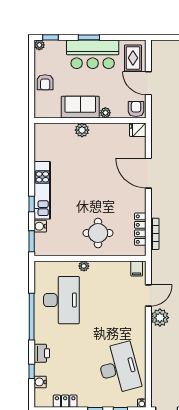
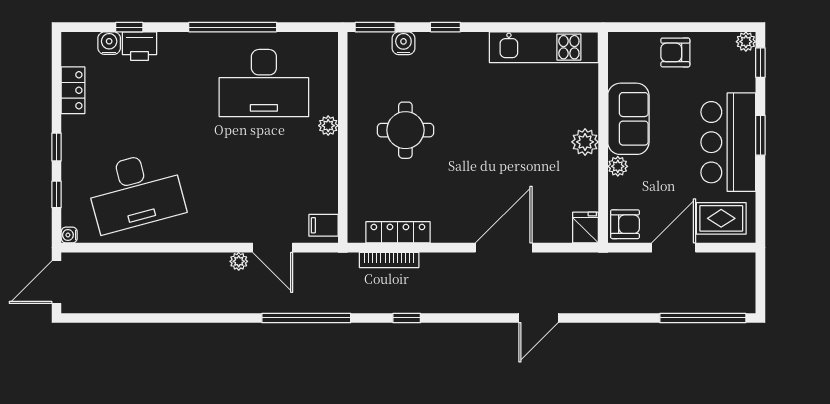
plant: (82, 130) -> (585, 142), moved
kitchen unit: (42, 190) -> (544, 47), moved
round table: (98, 233) -> (405, 130), moved
plant: (160, 318) -> (239, 261), width x0.53, depth x0.53
printer: (42, 353) -> (140, 46), moved

